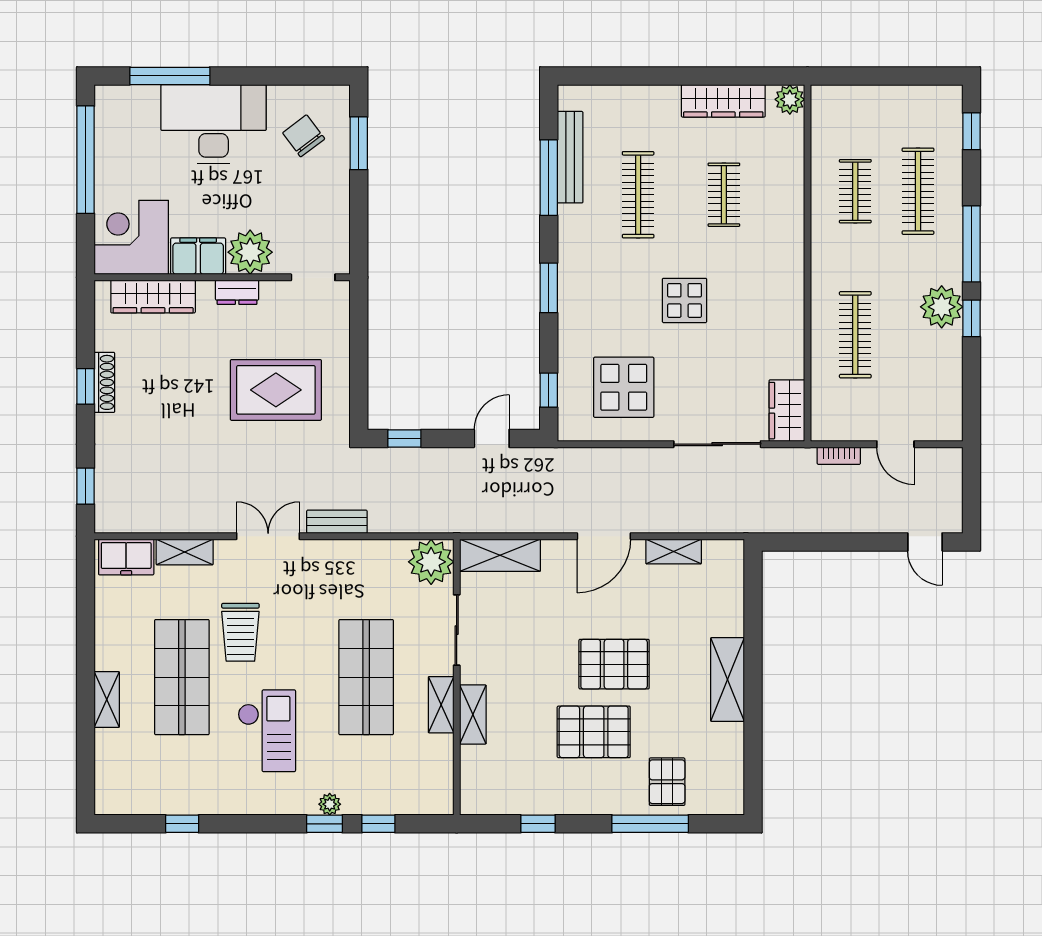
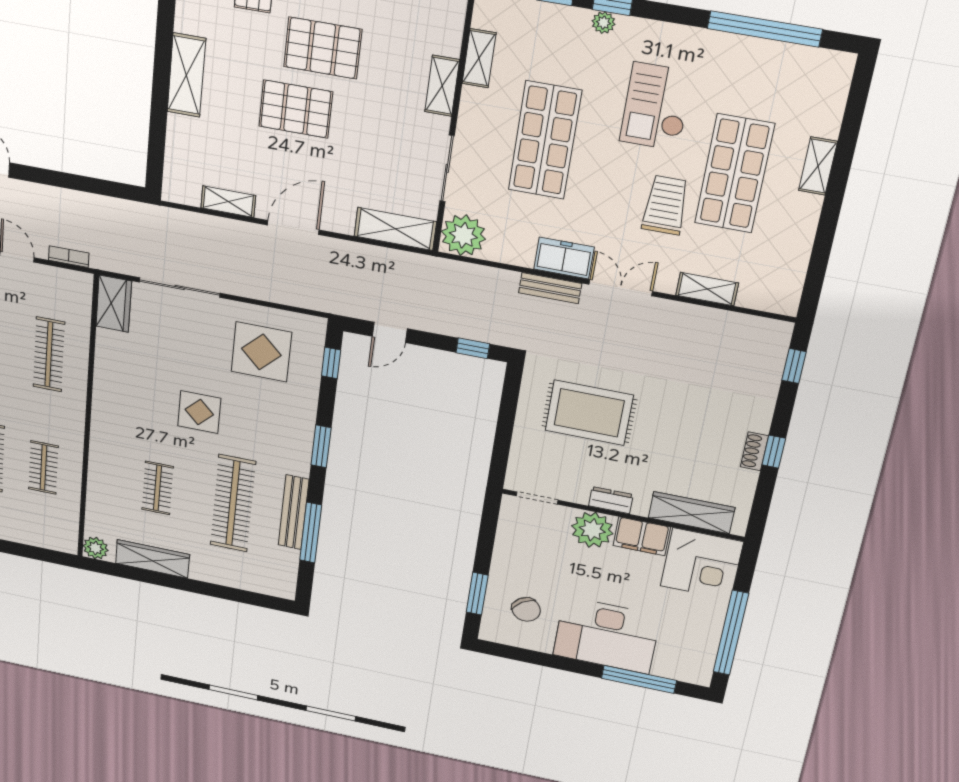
bench: (570, 157) -> (294, 512), moved
clothes rail: (638, 195) -> (233, 503), width x1.37, depth x1.31
shoe rack: (104, 382) -> (754, 451), width x0.70
double door: (268, 536) -> (621, 288), swing flipped
freezer: (126, 557) -> (564, 258), moved
shelving: (441, 705) -> (479, 58), moved
window: (182, 824) -> (765, 29), width x3.17

